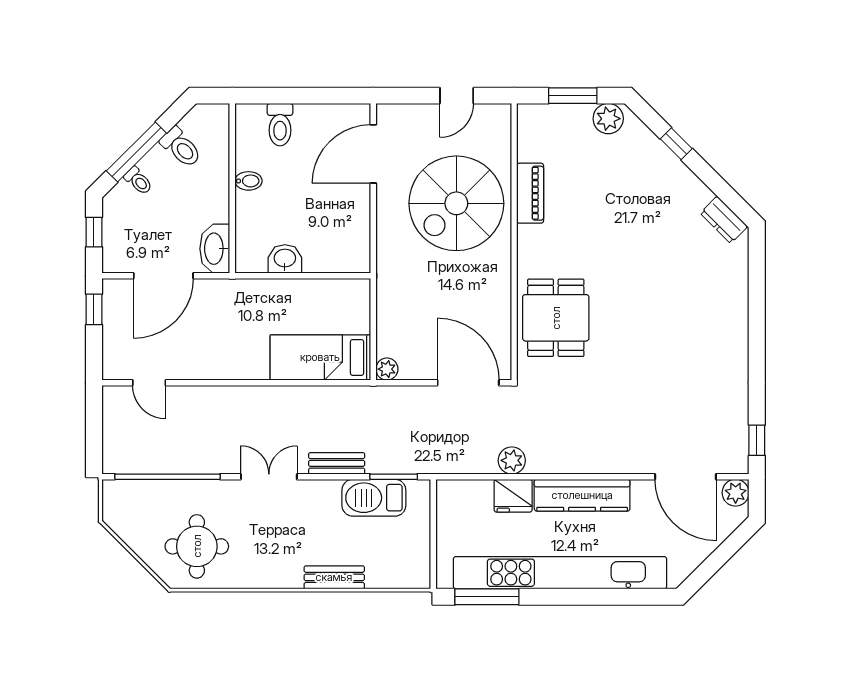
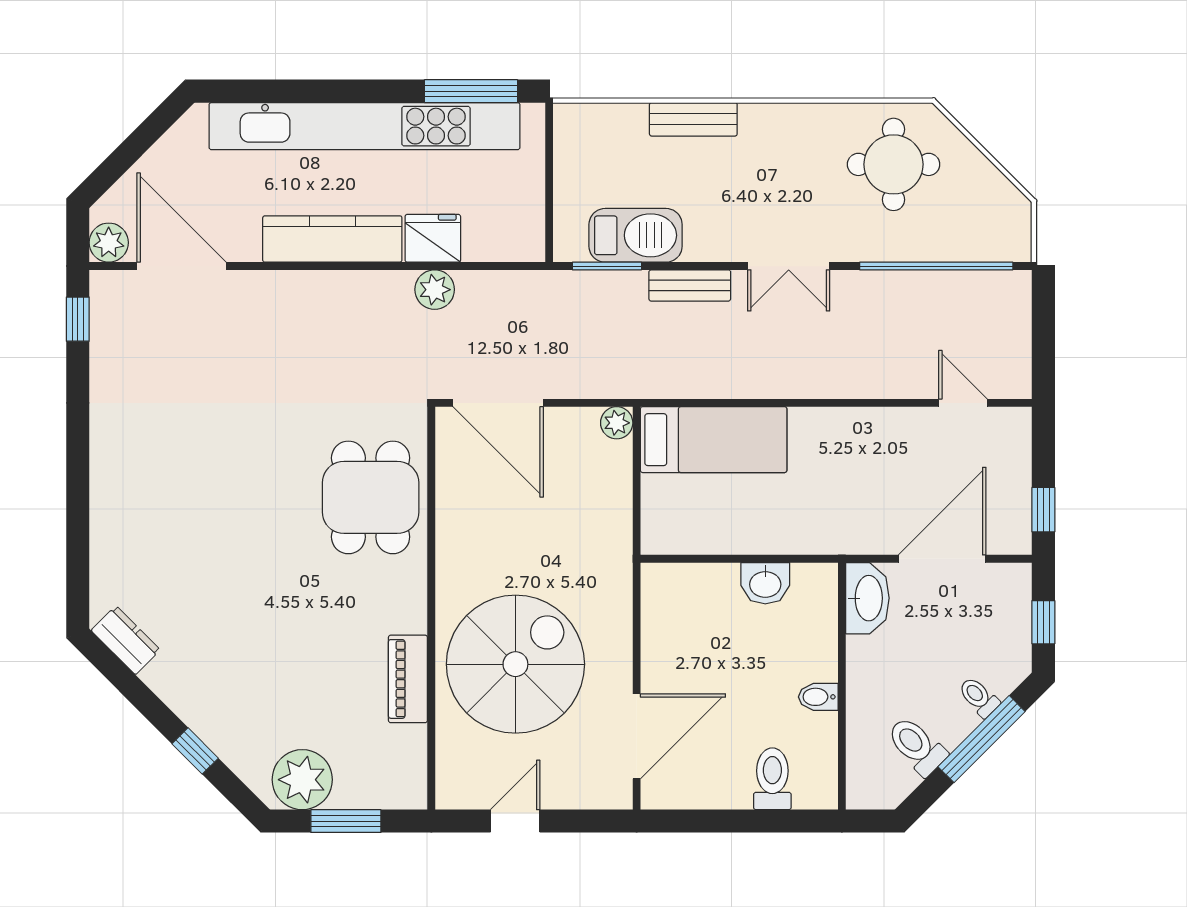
plant: (608, 119) -> (302, 780), width x1.36, depth x1.36

